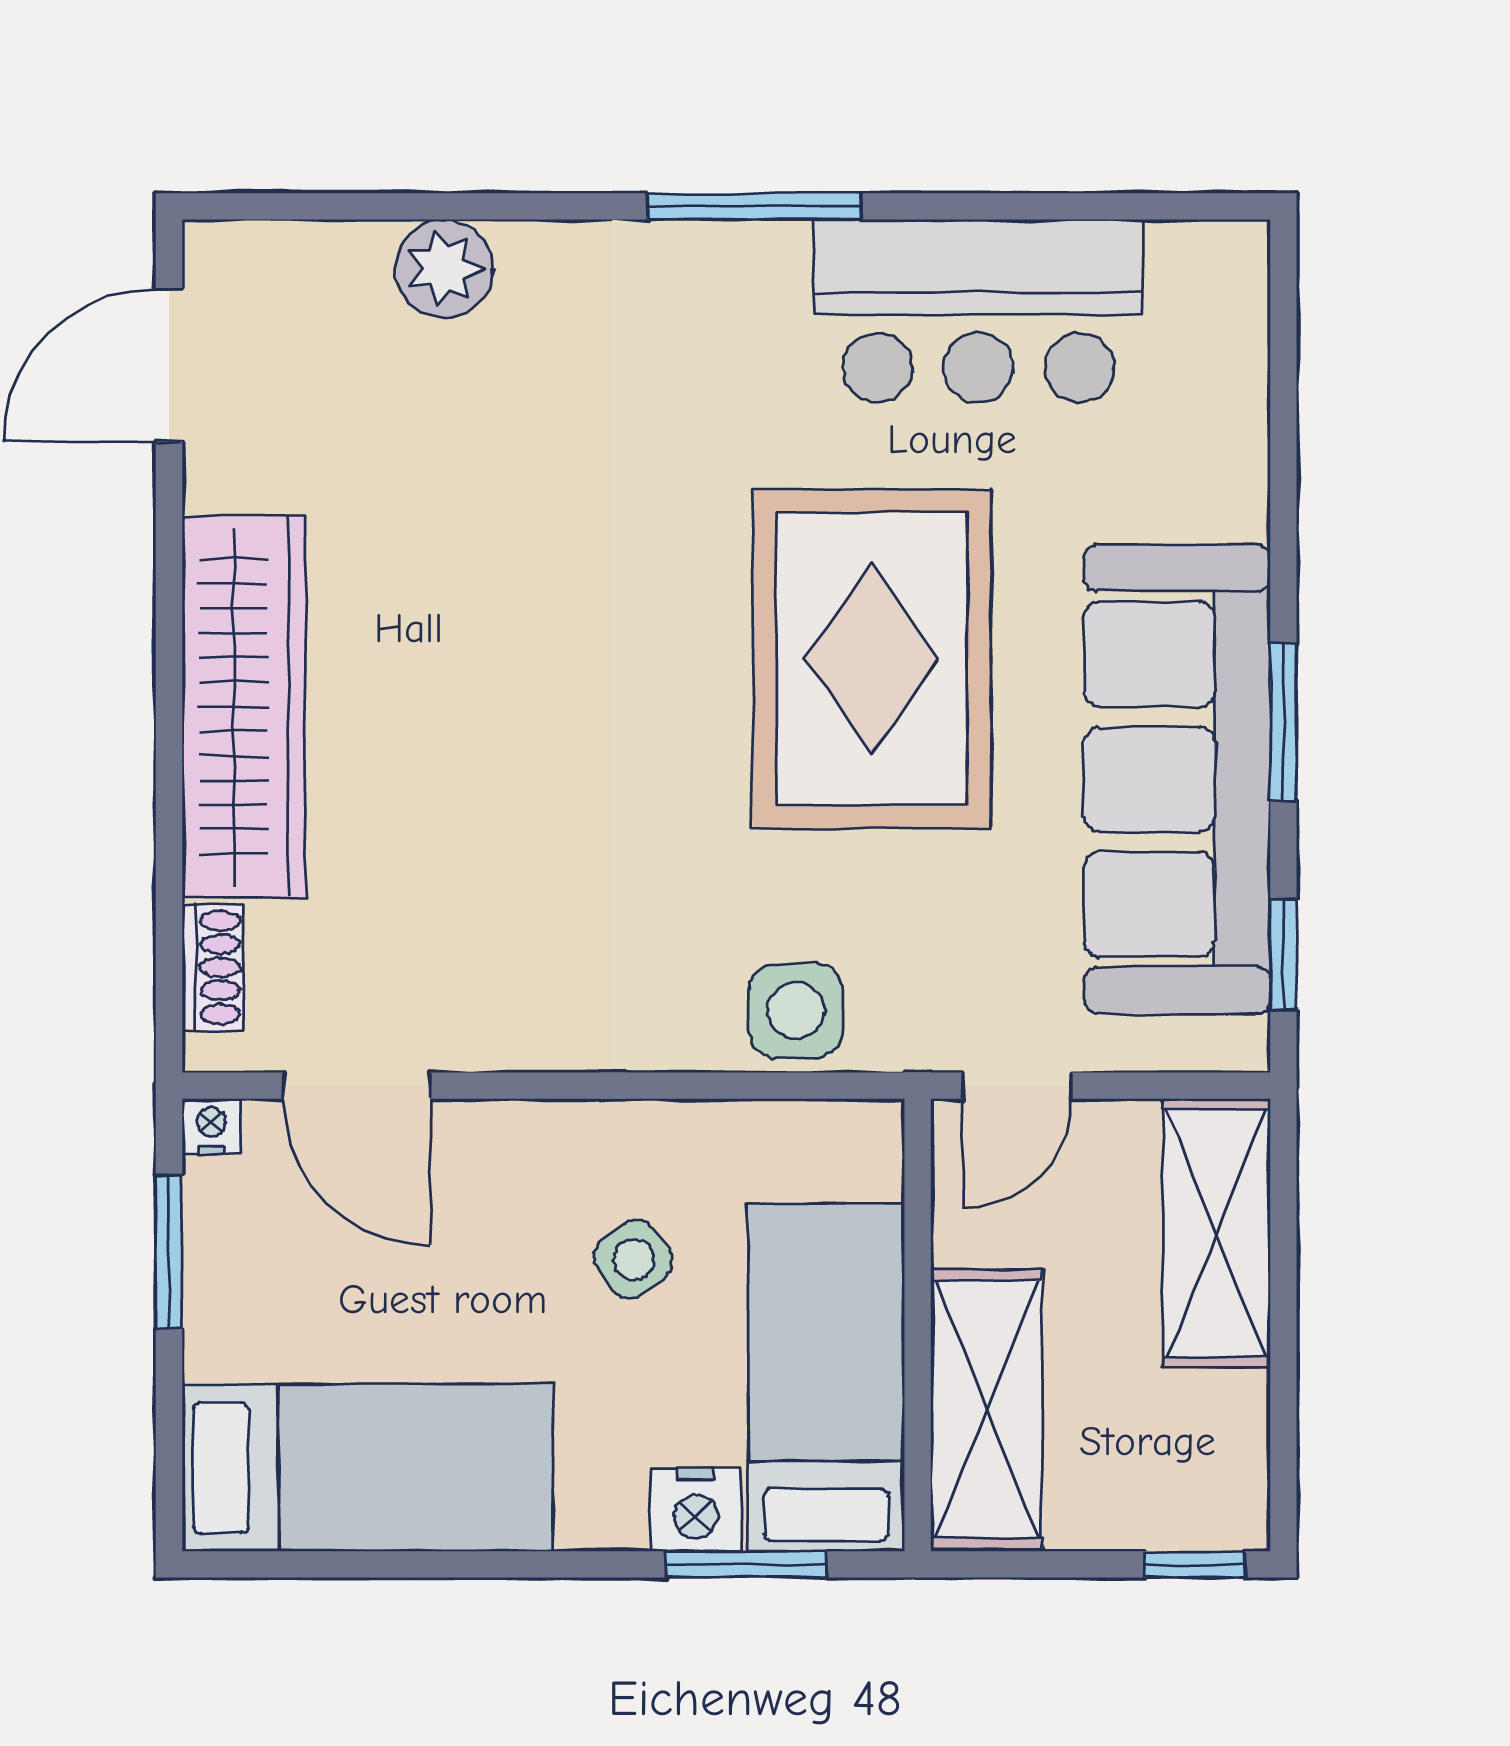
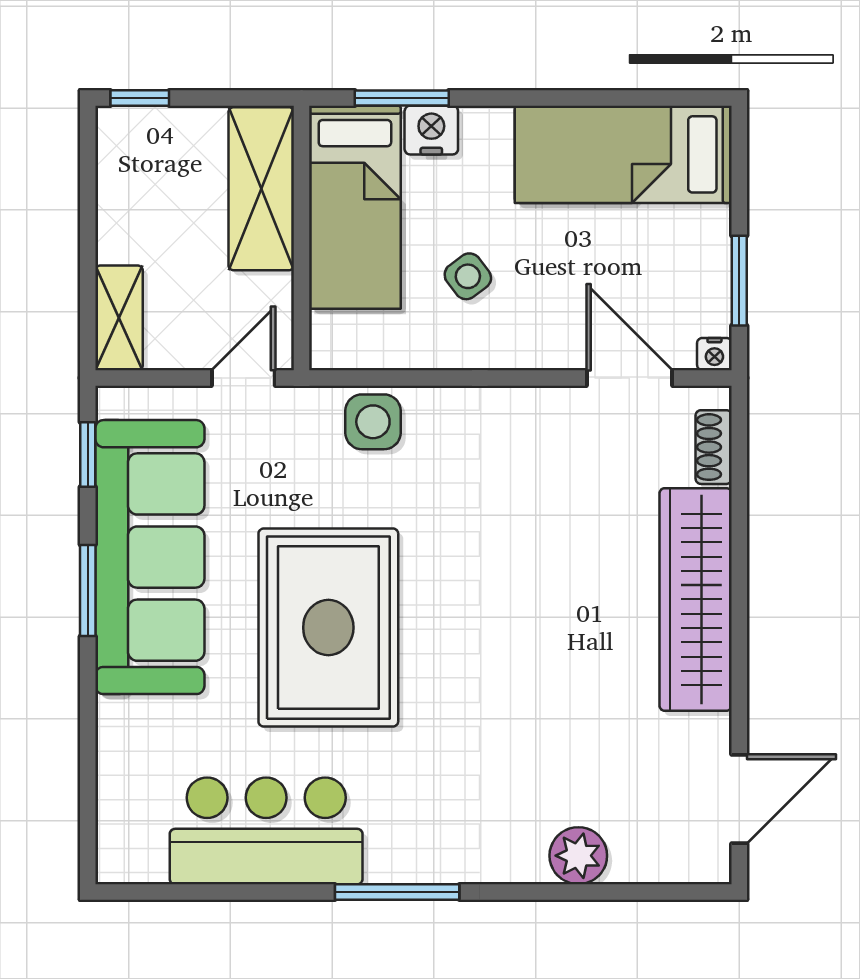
shelving: (1216, 1233) -> (119, 318), width x0.67, depth x0.75

